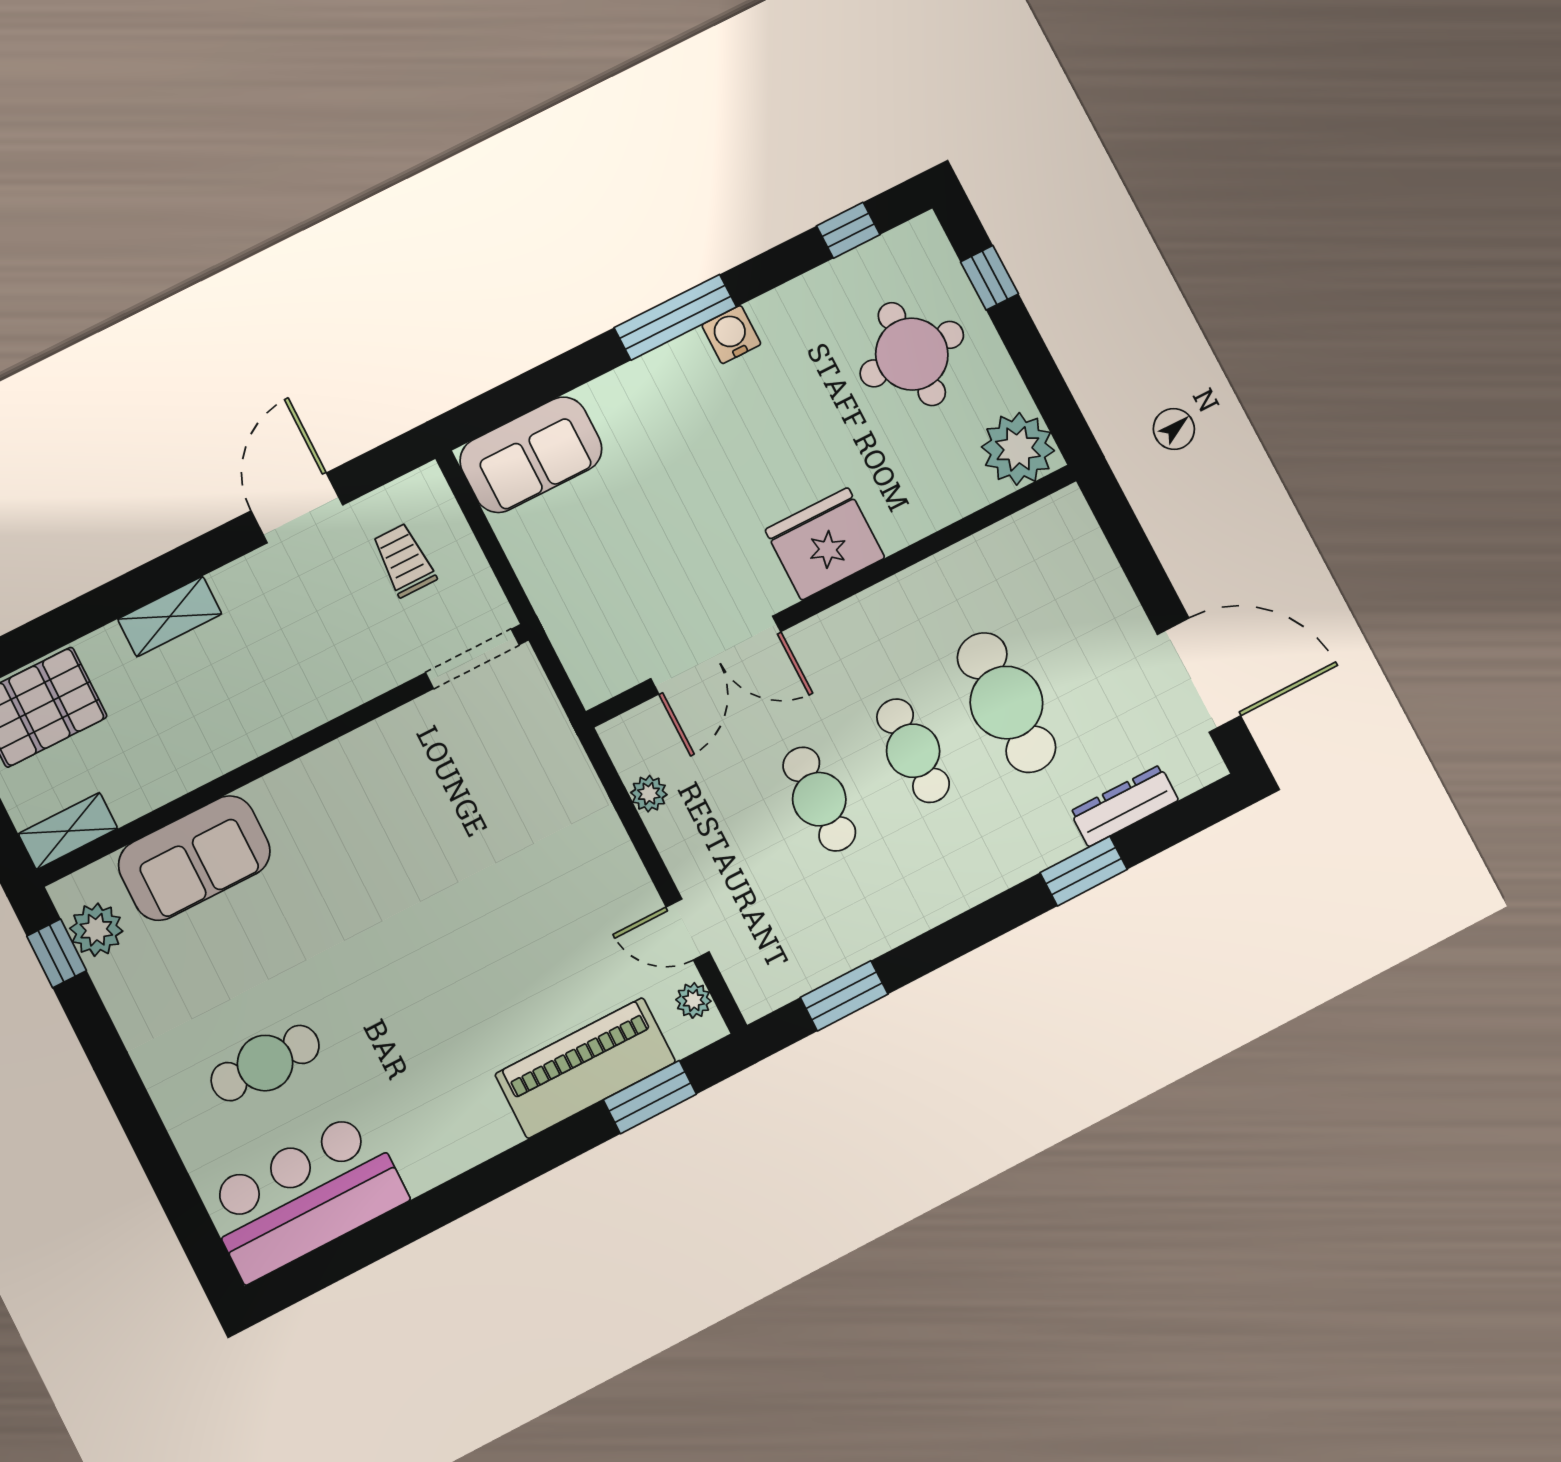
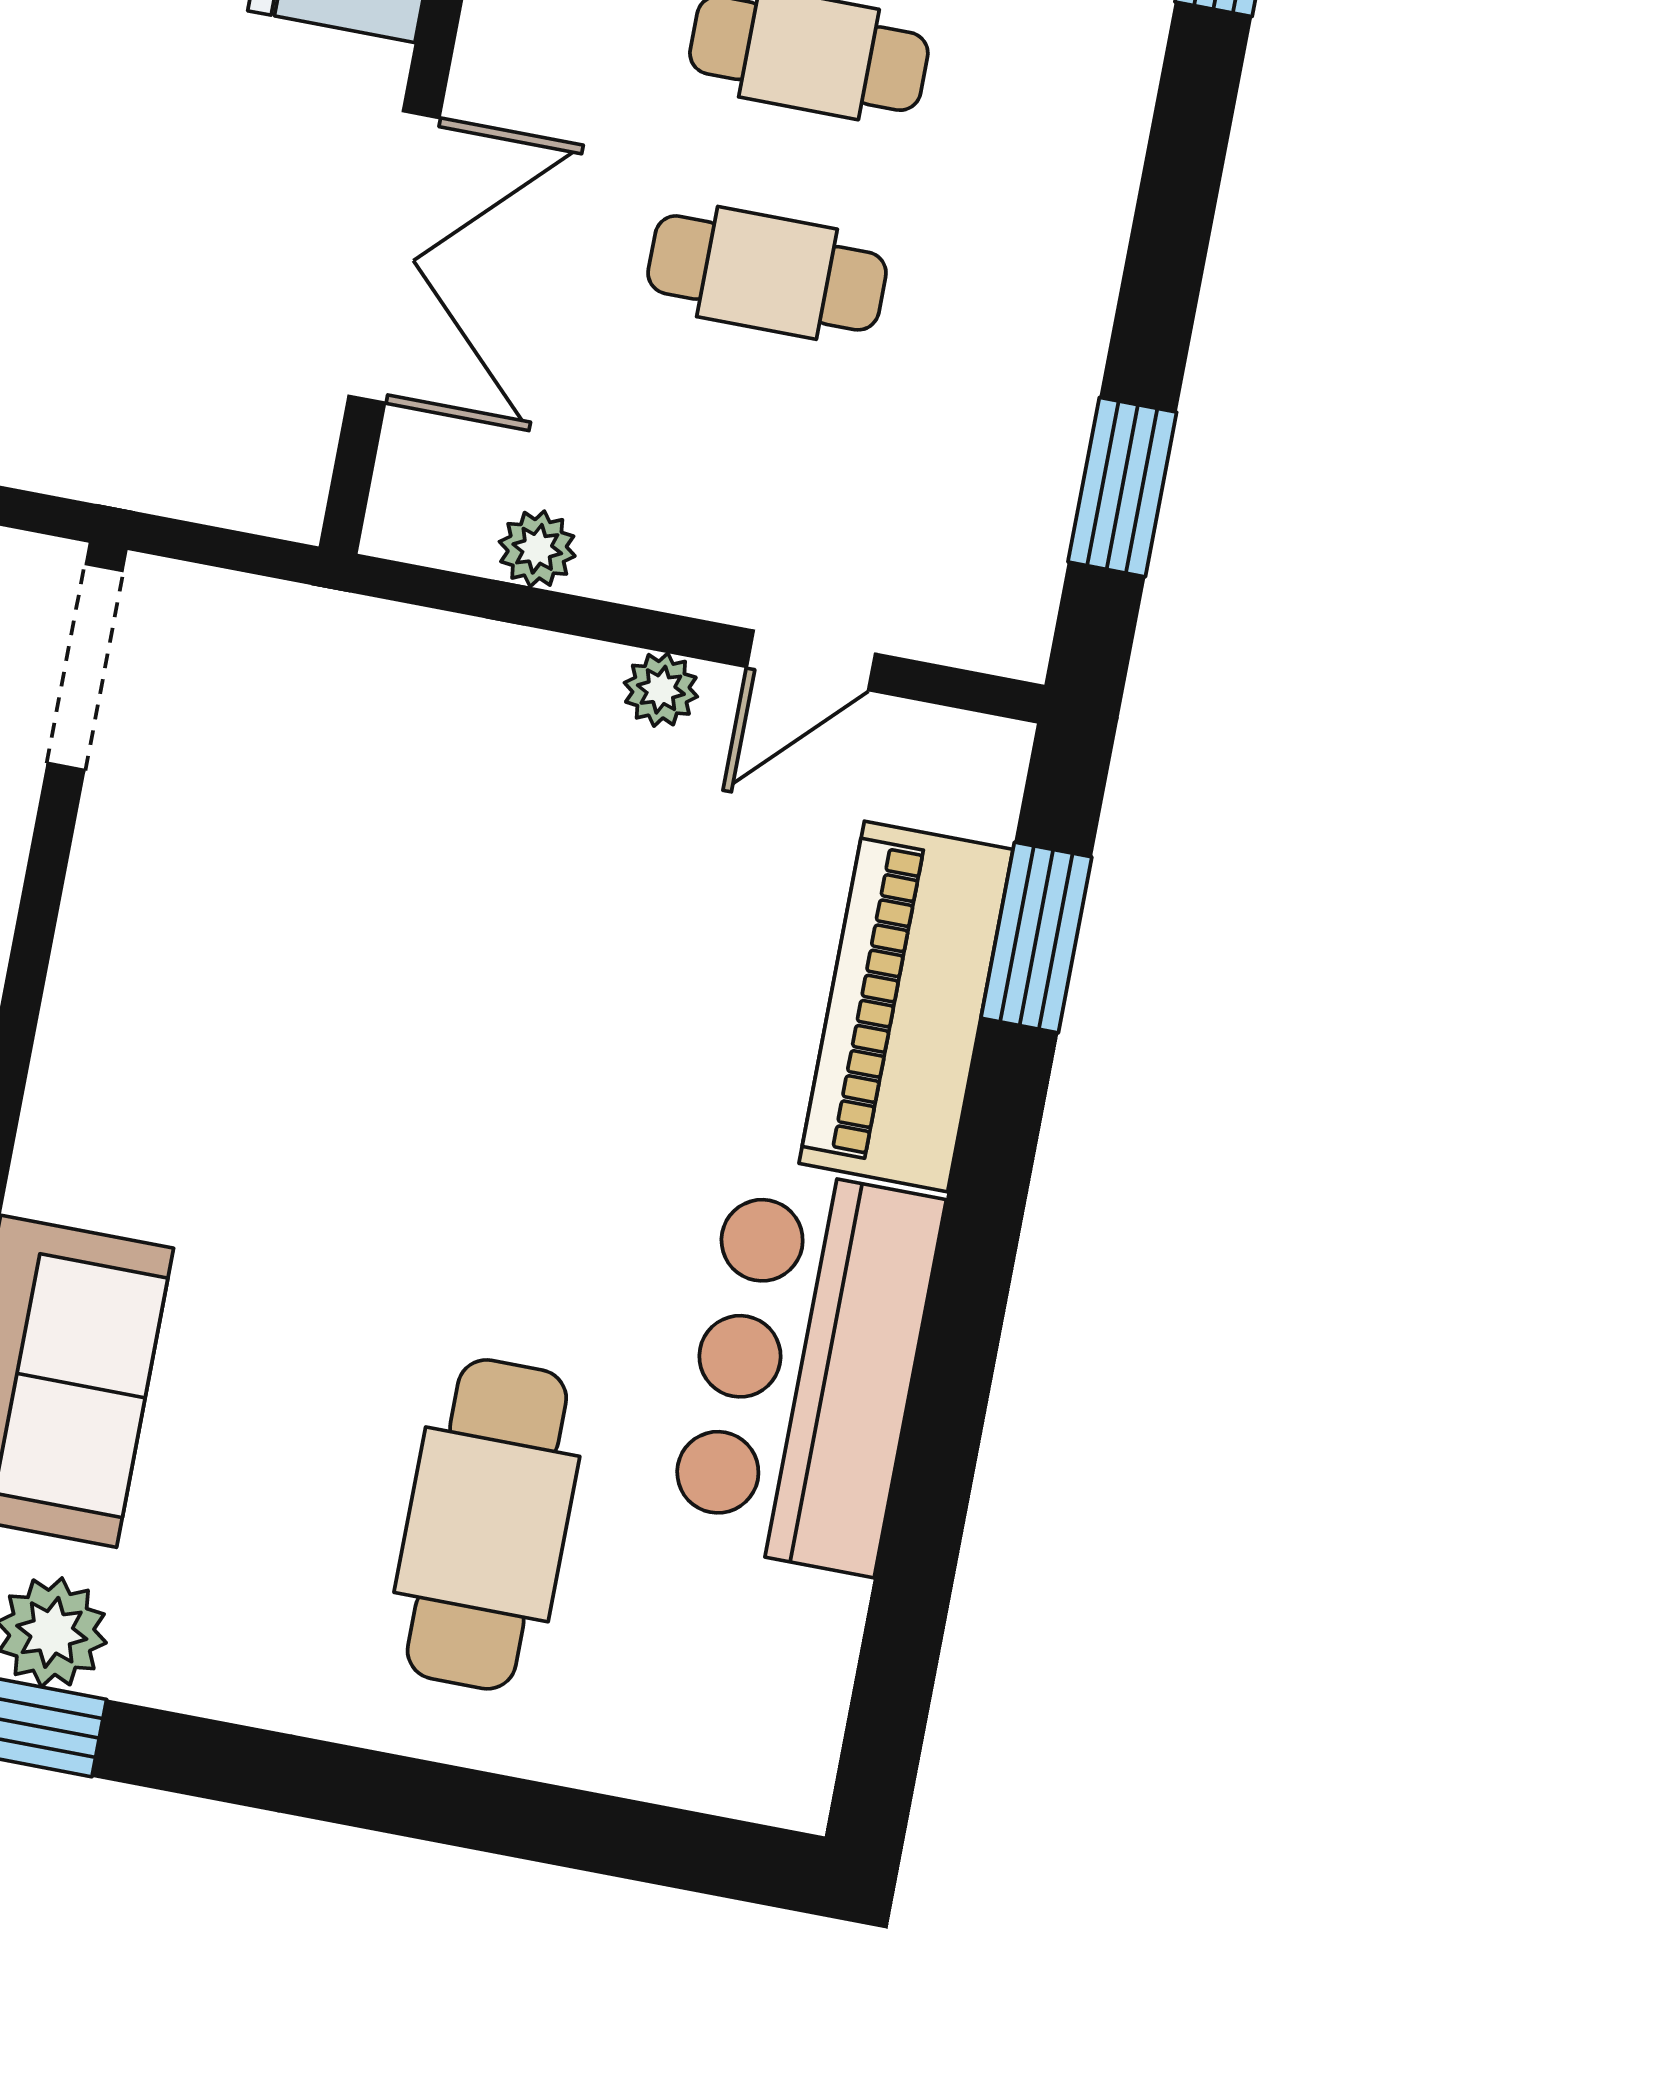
plant: (693, 1000) -> (661, 690), moved
cafe table: (265, 1063) -> (487, 1524), width x1.37, depth x1.35
bar counter: (305, 1197) -> (805, 1369), moved

